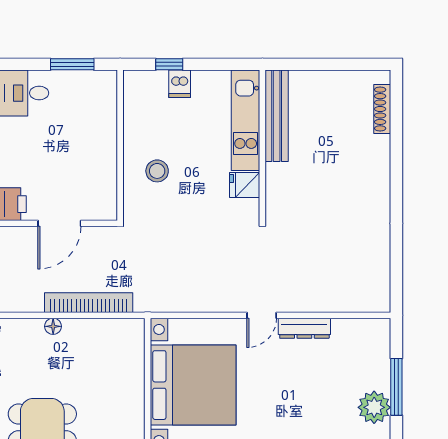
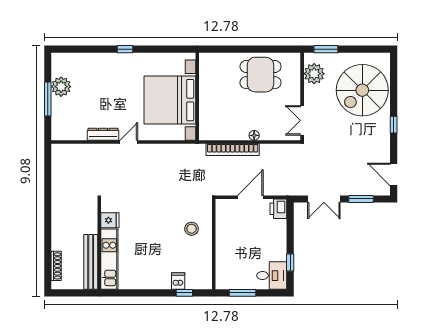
bench: (277, 116) -> (91, 262), moved
kitchen unit: (246, 120) -> (109, 259), moved
wall: (262, 145) -> (99, 244), moved
fridge: (245, 185) -> (110, 220), moved

